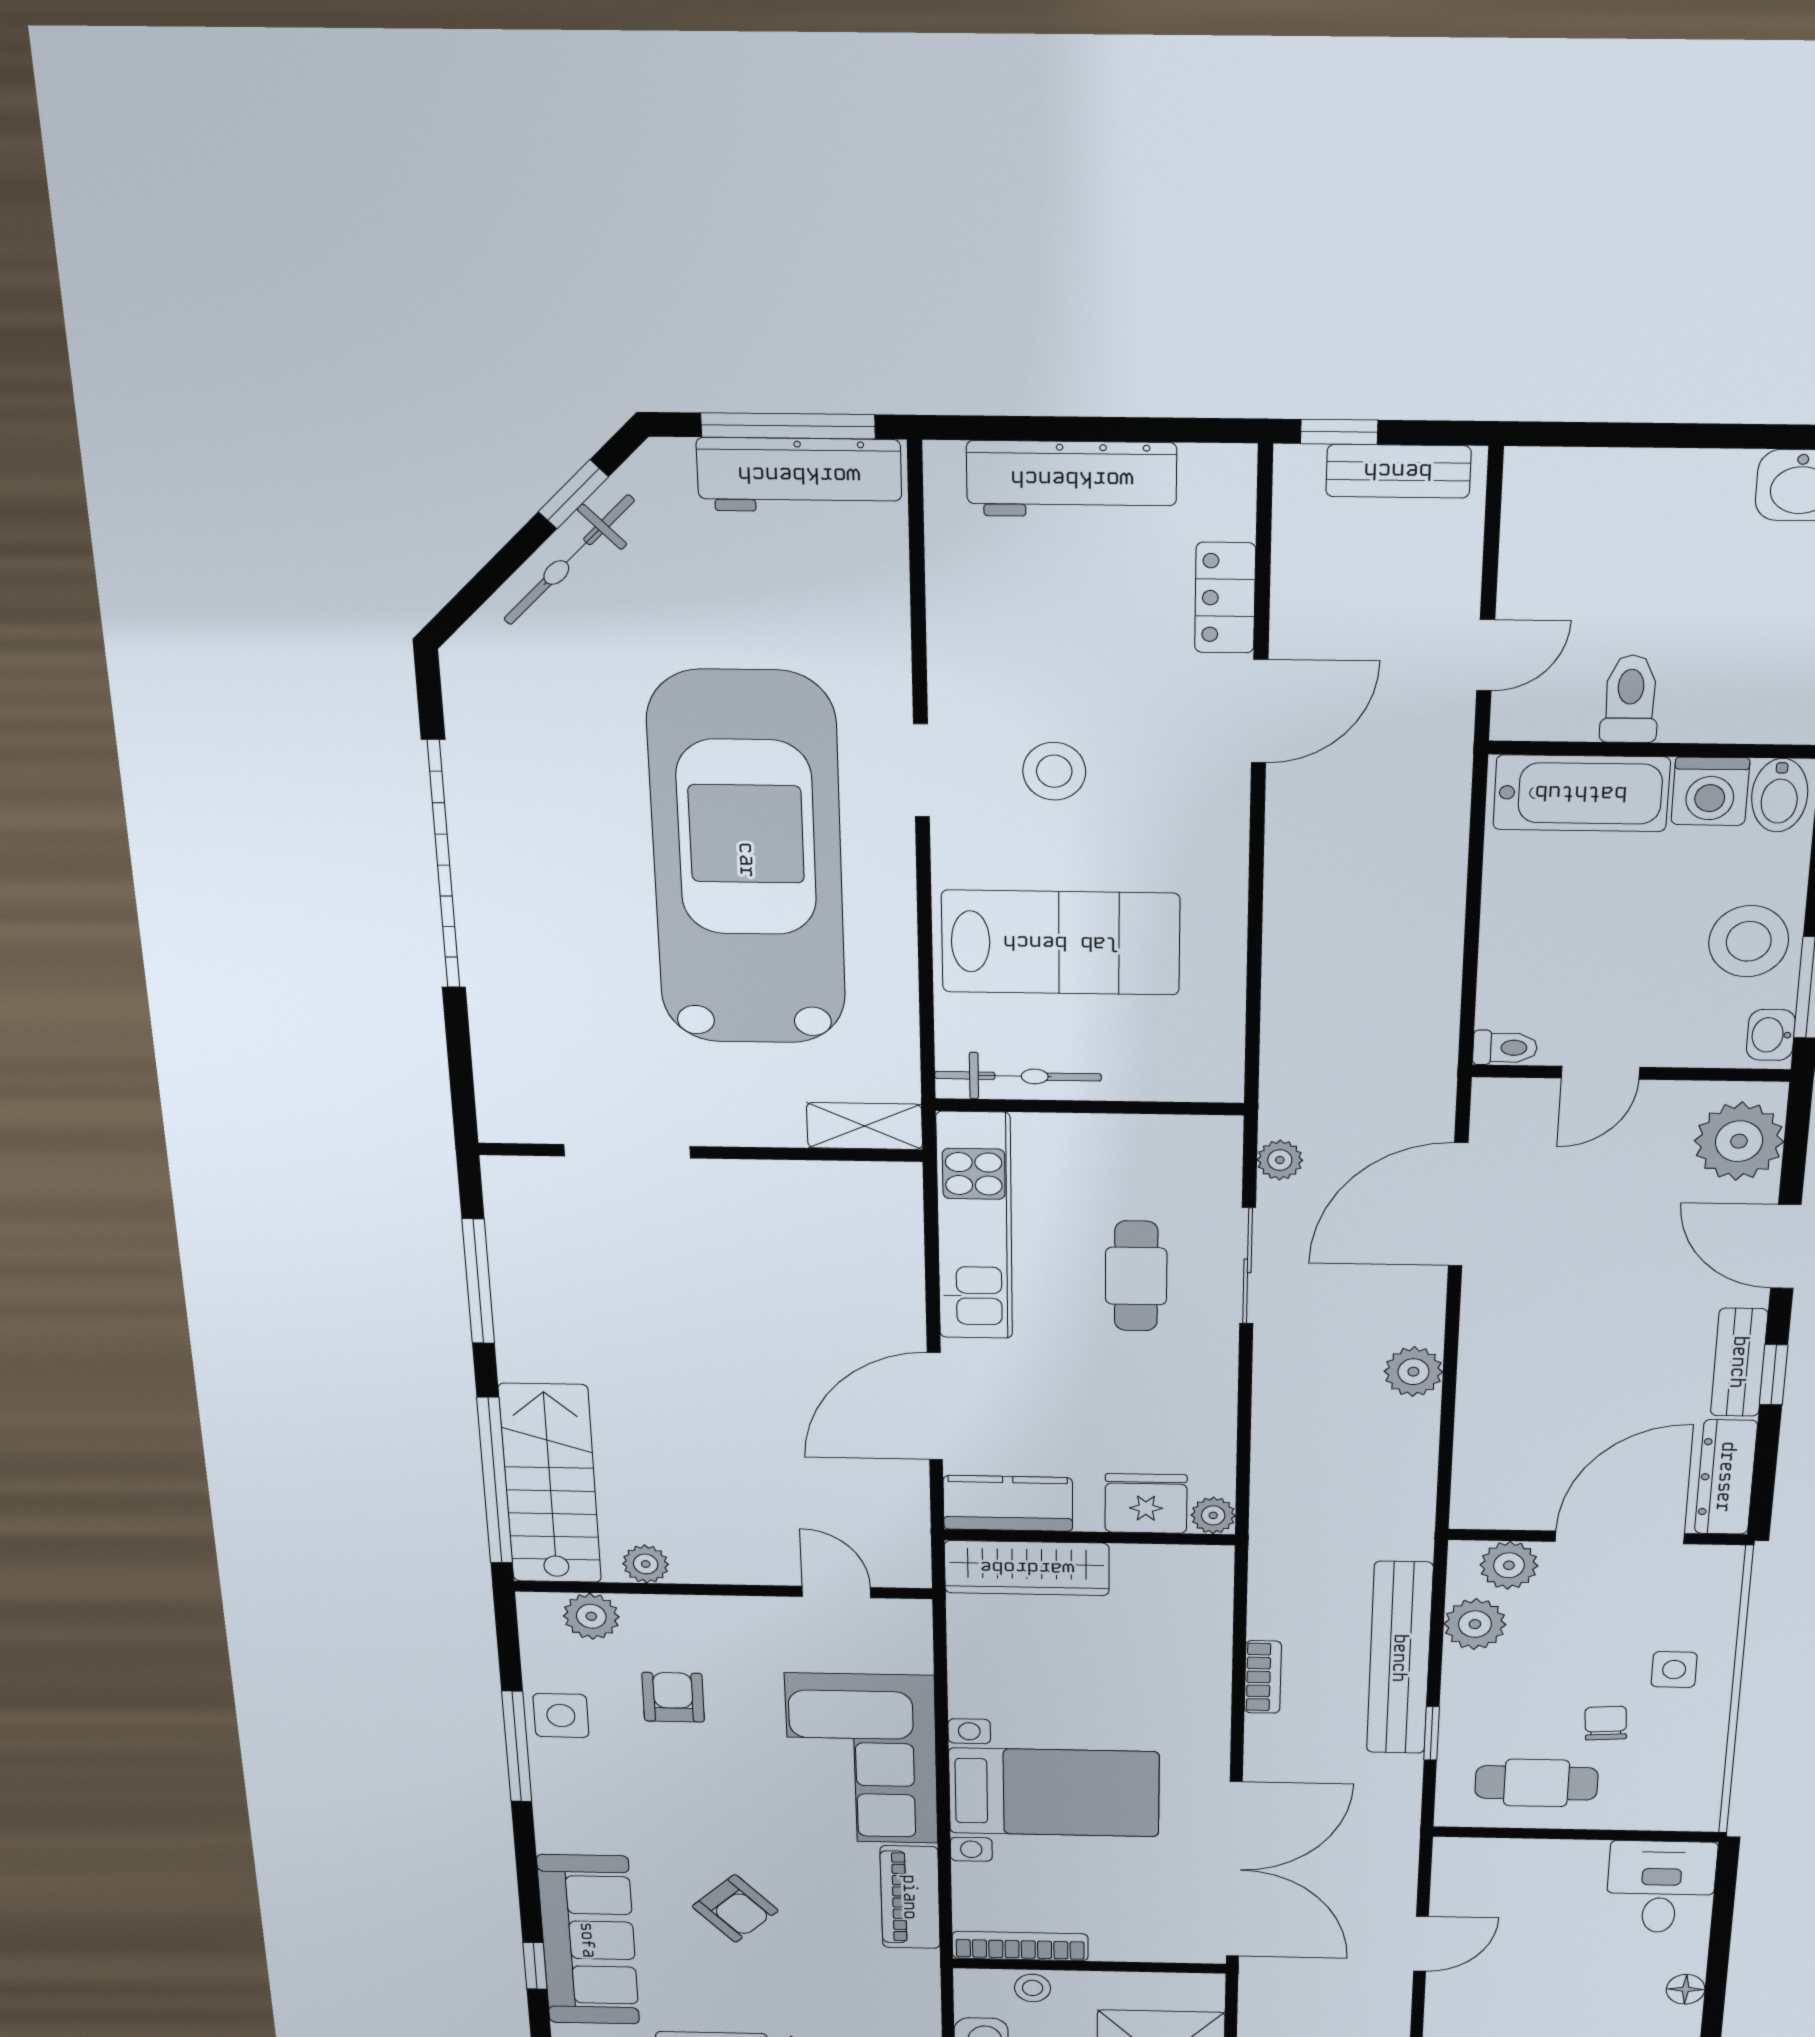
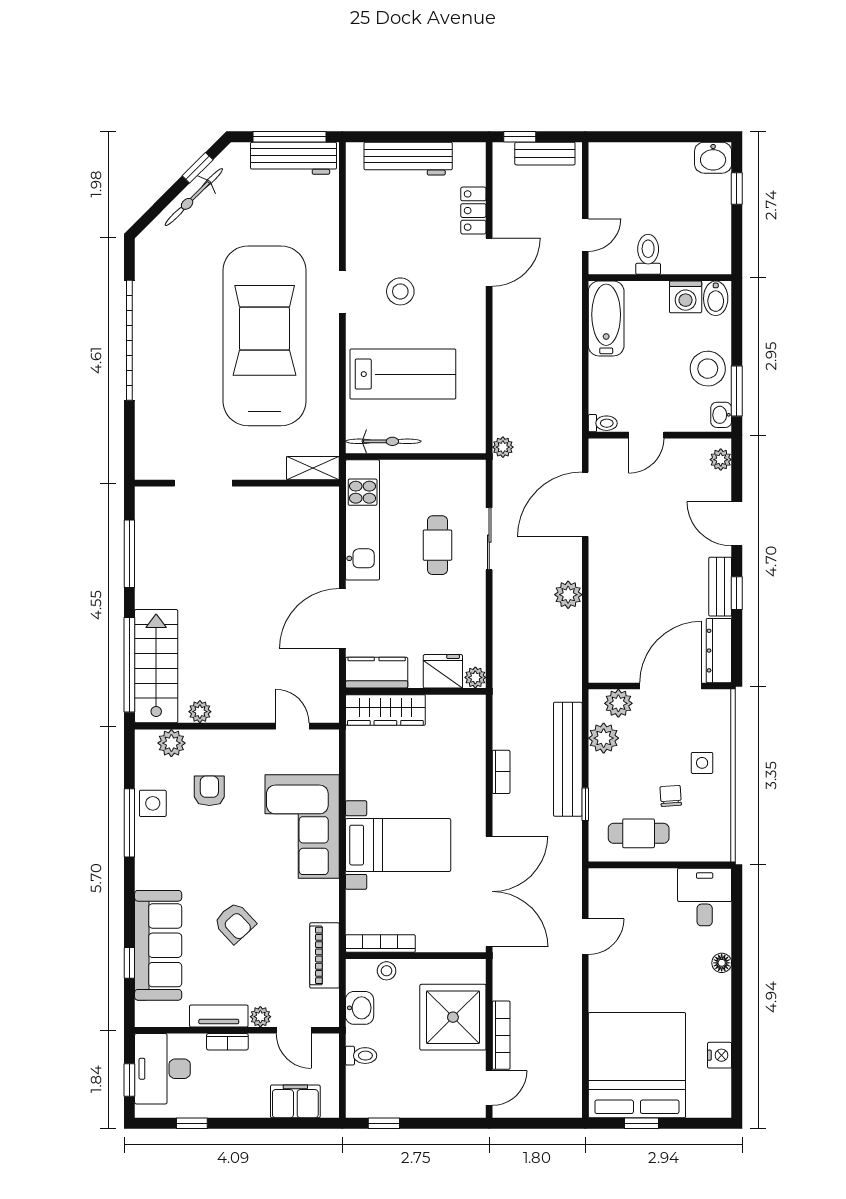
bathtub: (1581, 793) -> (606, 318), moved, turned -90
plant: (1739, 1141) -> (721, 460), width x0.53, depth x0.53
plant: (1280, 1160) -> (503, 447), moved
piano: (910, 1897) -> (325, 955), moved

